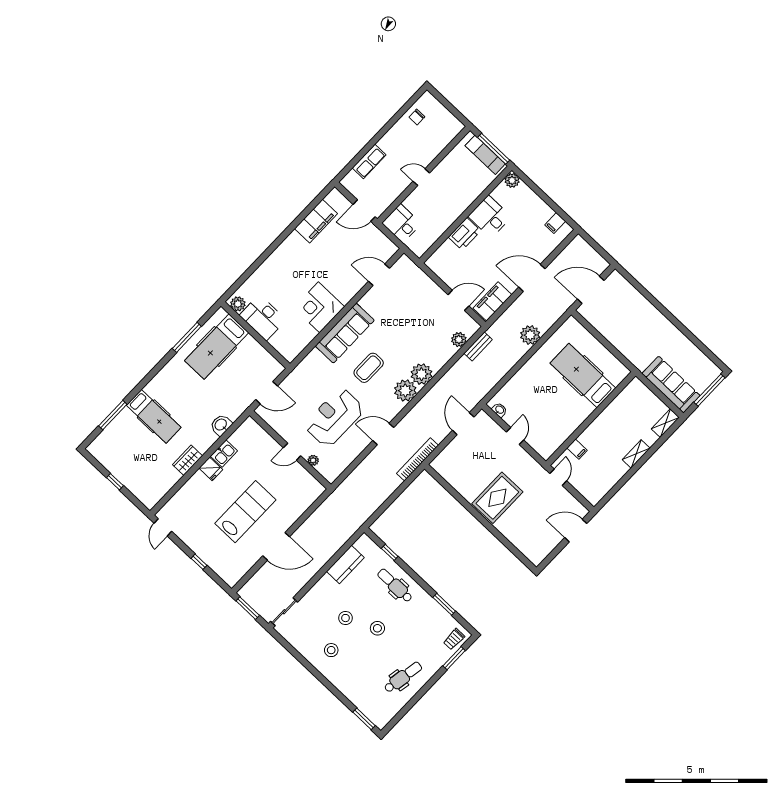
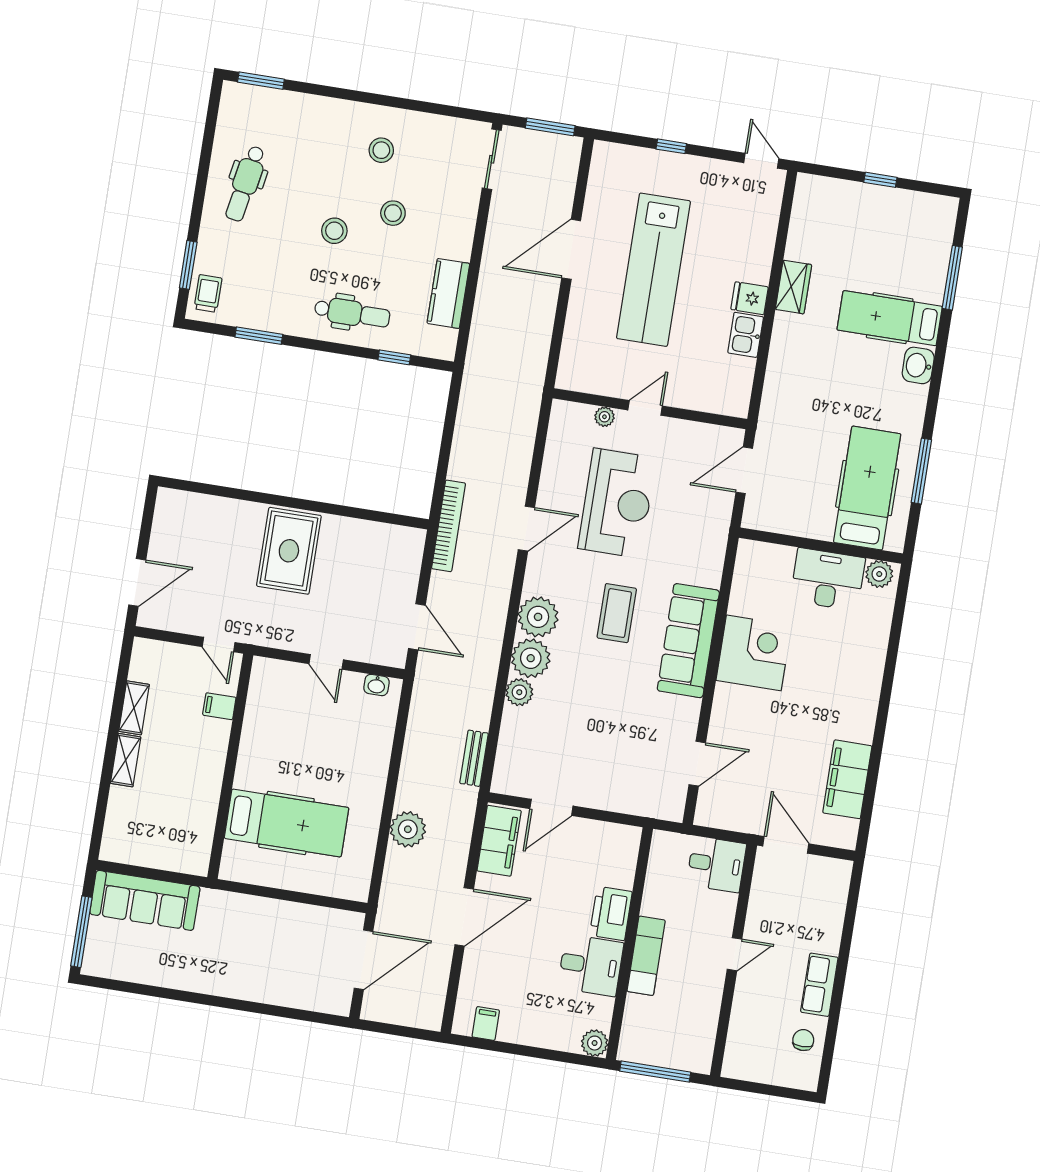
exam couch: (485, 155) -> (646, 956), moved, turned 90
row of seats: (369, 161) -> (819, 985), moved
door: (364, 211) -> (786, 845), hinge flipped
plant: (459, 340) -> (519, 692), moved
shelving: (665, 423) -> (134, 708), moved
washbasin: (221, 425) -> (918, 365), moved, turned 180
lab bench: (245, 512) -> (653, 270), width x1.36

